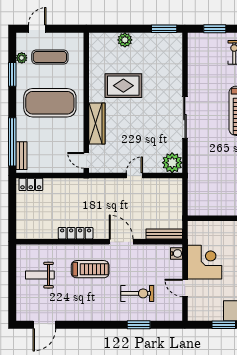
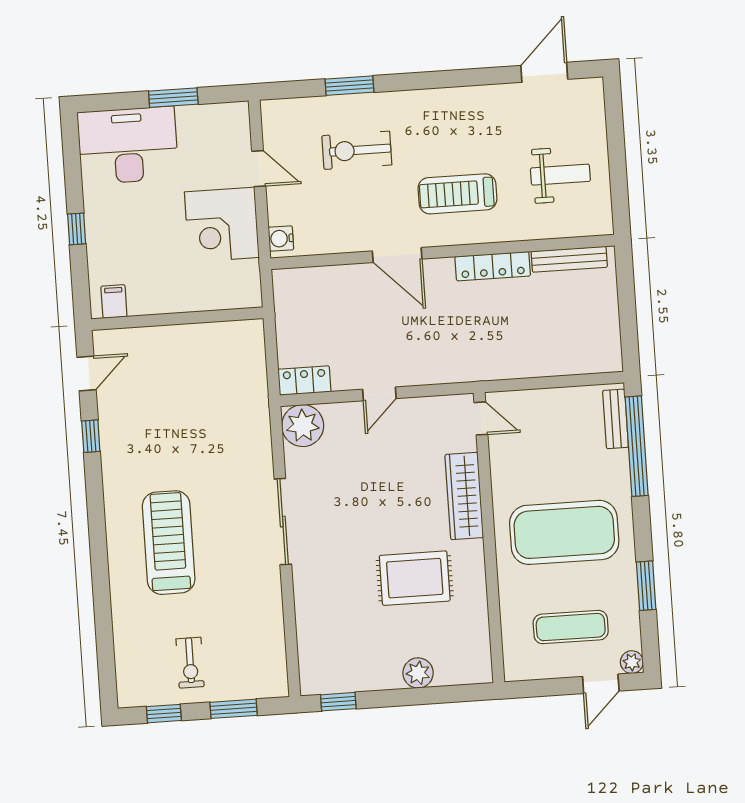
window: (164, 29) -> (338, 702), width x0.67
plant: (22, 58) -> (632, 662), moved
locker: (31, 184) -> (304, 381), moved
bench: (164, 234) -> (569, 259), moved

